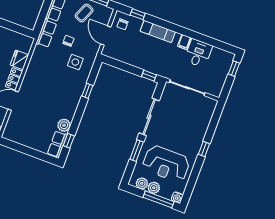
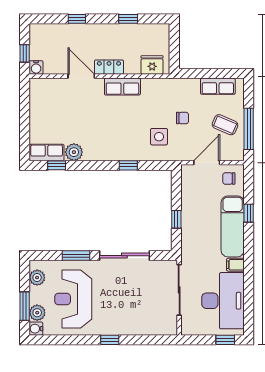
window: (138, 14) -> (249, 213), moved
exam couch: (158, 32) -> (233, 226), width x1.36, depth x1.45
row of seats: (46, 33) -> (122, 87), moved
desk: (198, 53) -> (223, 301), width x1.87, depth x1.30
fridge: (19, 60) -> (152, 65), moved
window: (149, 76) -> (176, 219), moved
plant: (154, 188) -> (37, 313), moved
window: (159, 199) -> (25, 306), width x0.69

